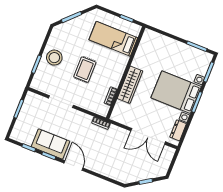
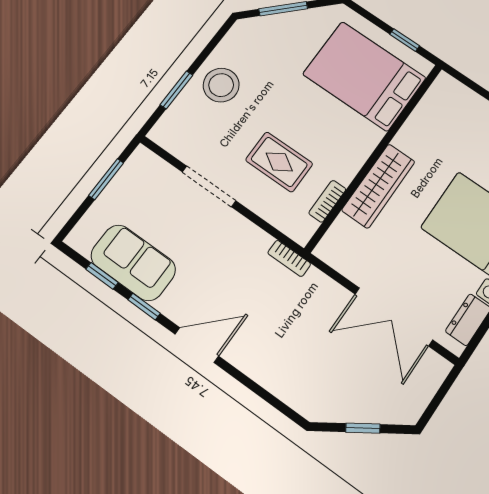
bed: (113, 39) -> (364, 76), width x1.50
rug: (85, 70) -> (279, 162), moved, turned 90
sofa: (51, 144) -> (133, 263), moved
door: (73, 165) -> (197, 345), hinge flipped

